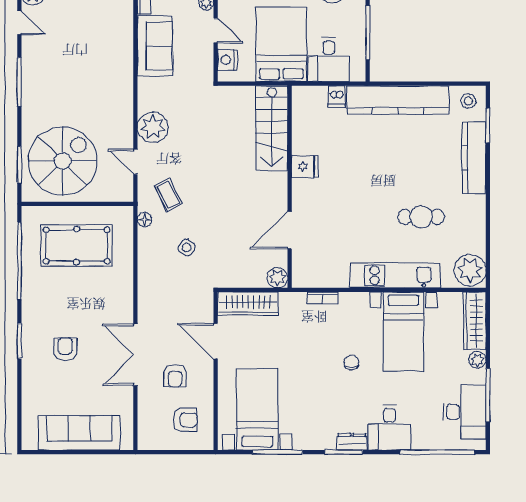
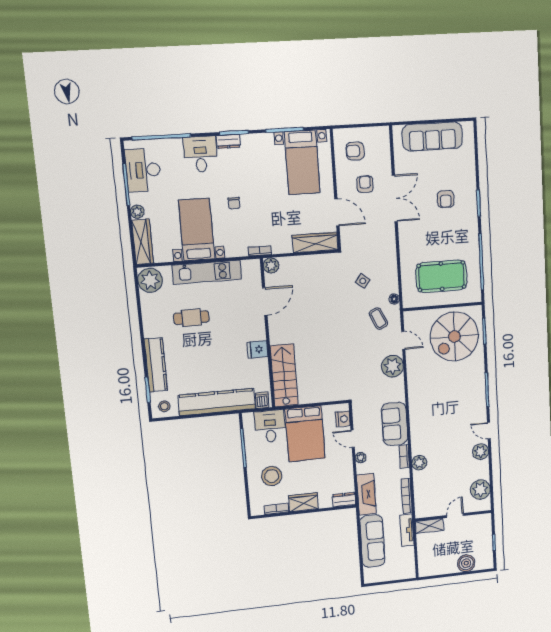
stairs: (272, 128) -> (284, 375), moved
fridge: (305, 167) -> (258, 349), moved
wall: (290, 187) -> (267, 334), moved
door: (290, 230) -> (265, 302), moved
plant: (277, 278) -> (271, 265), moved

